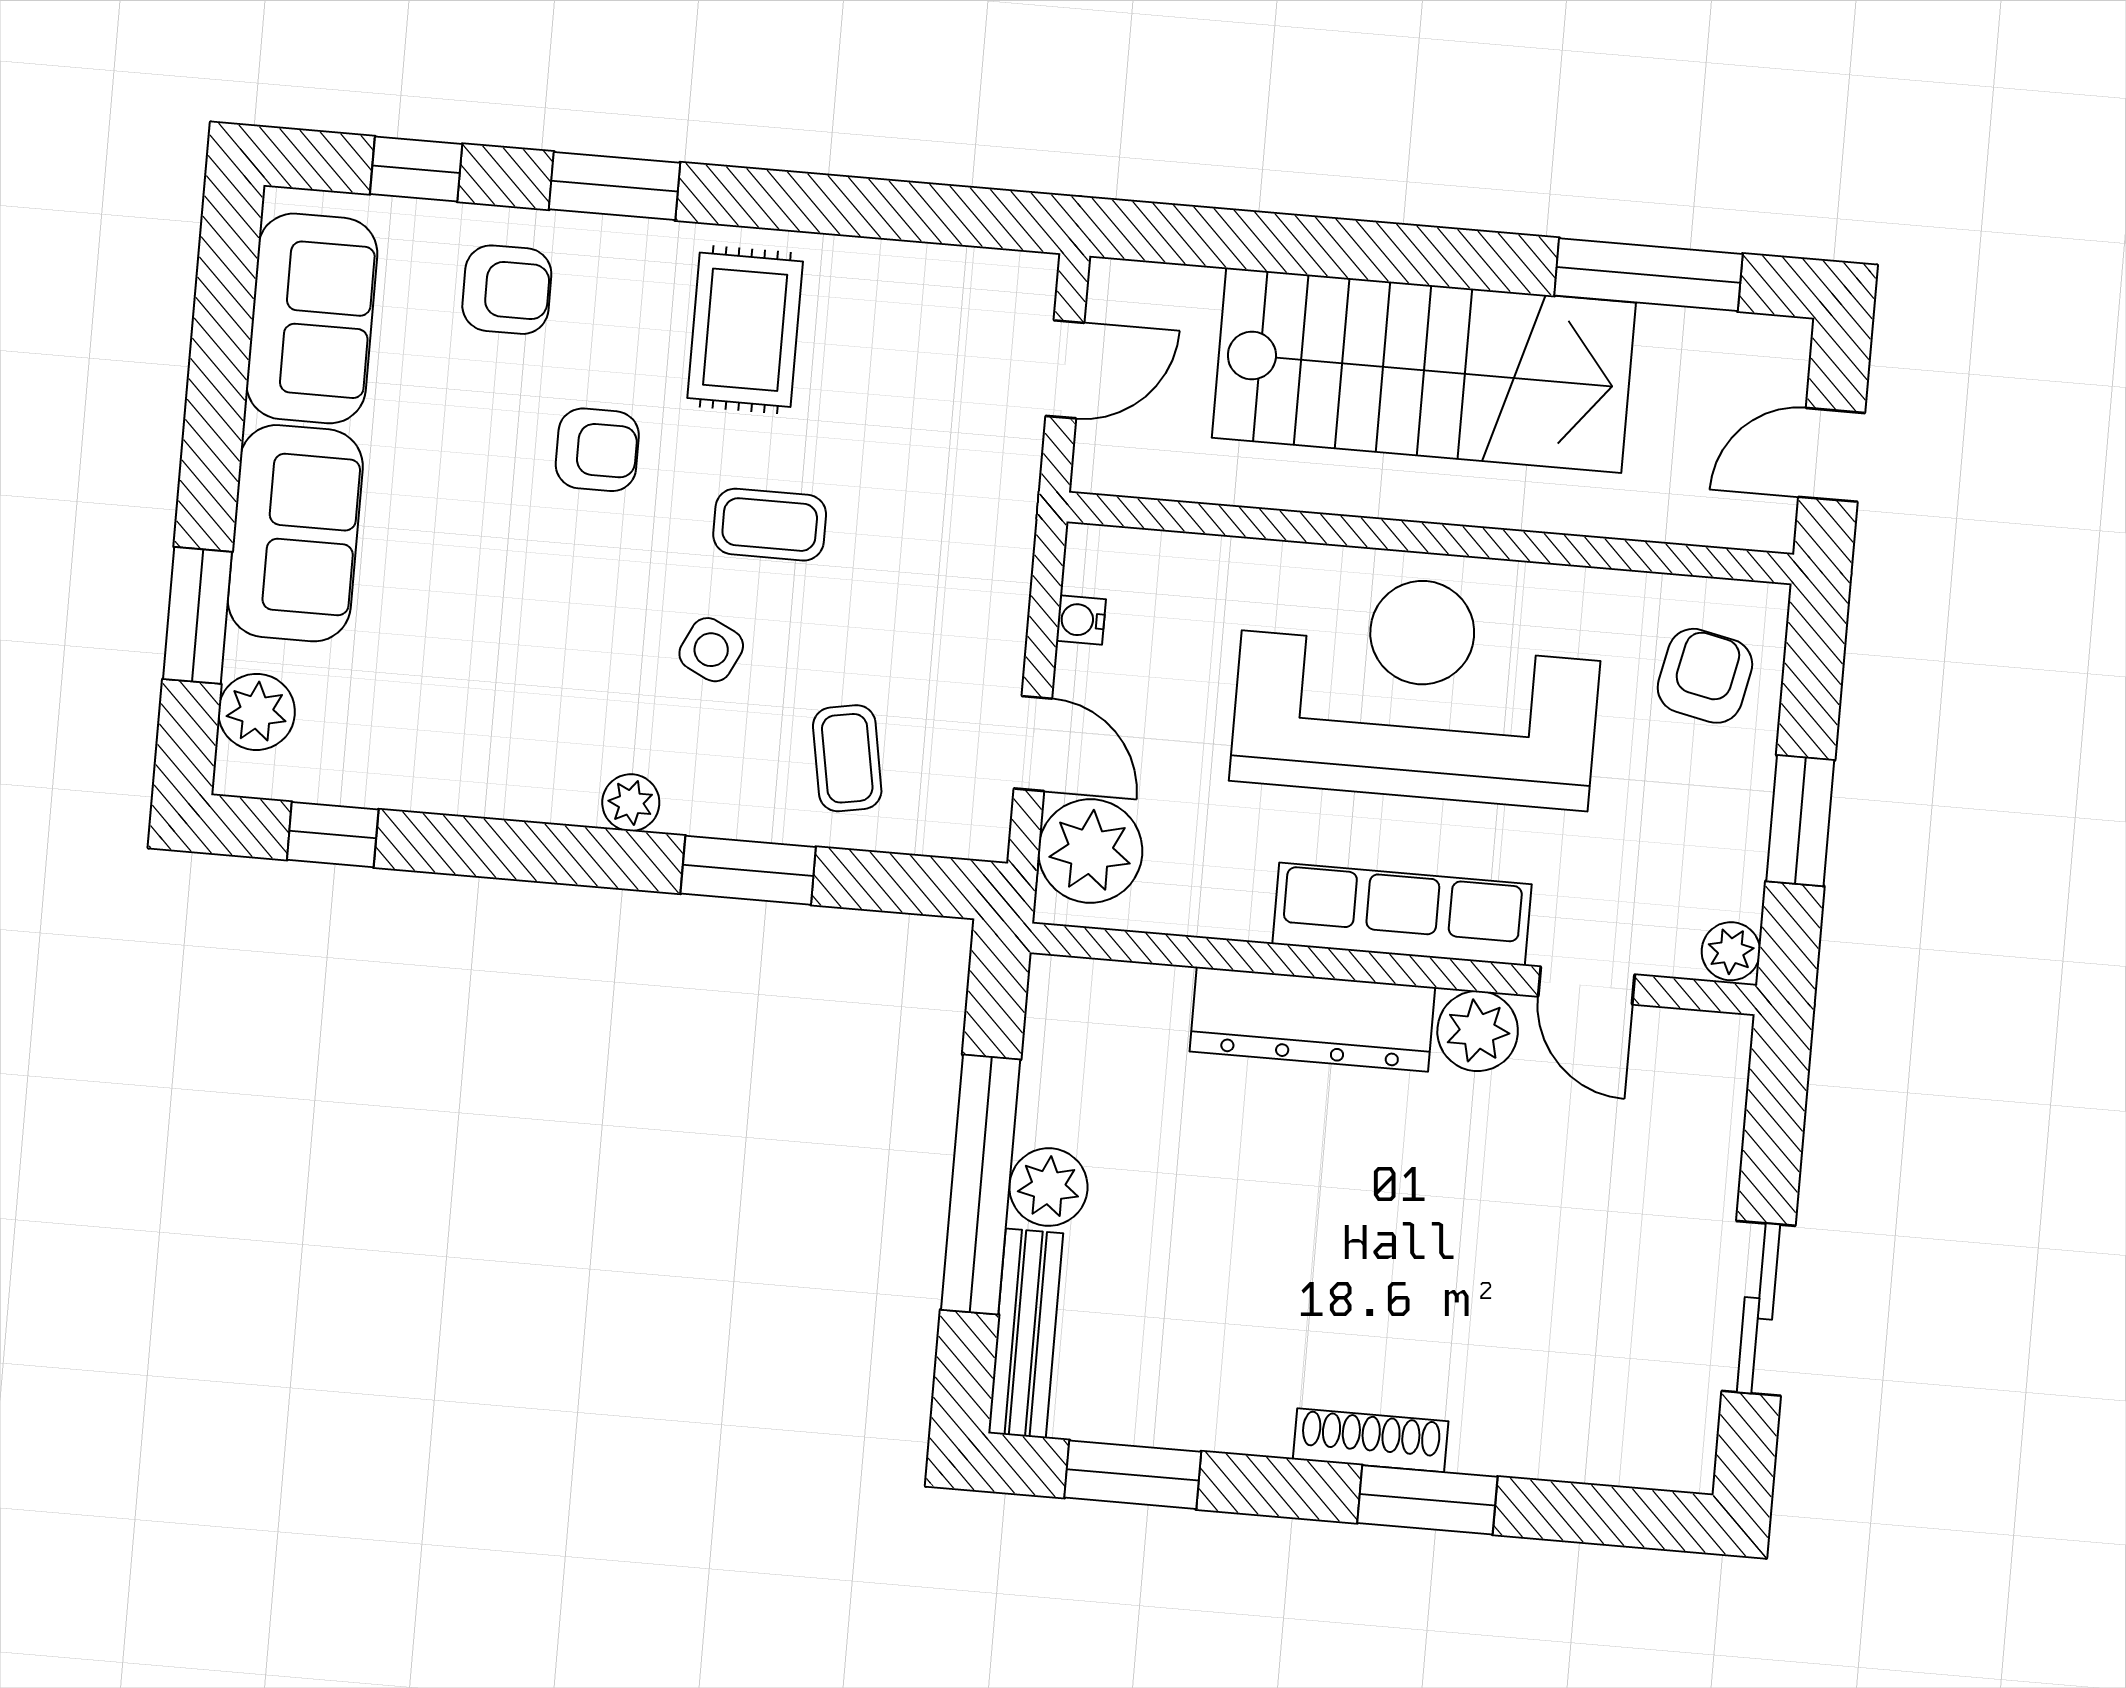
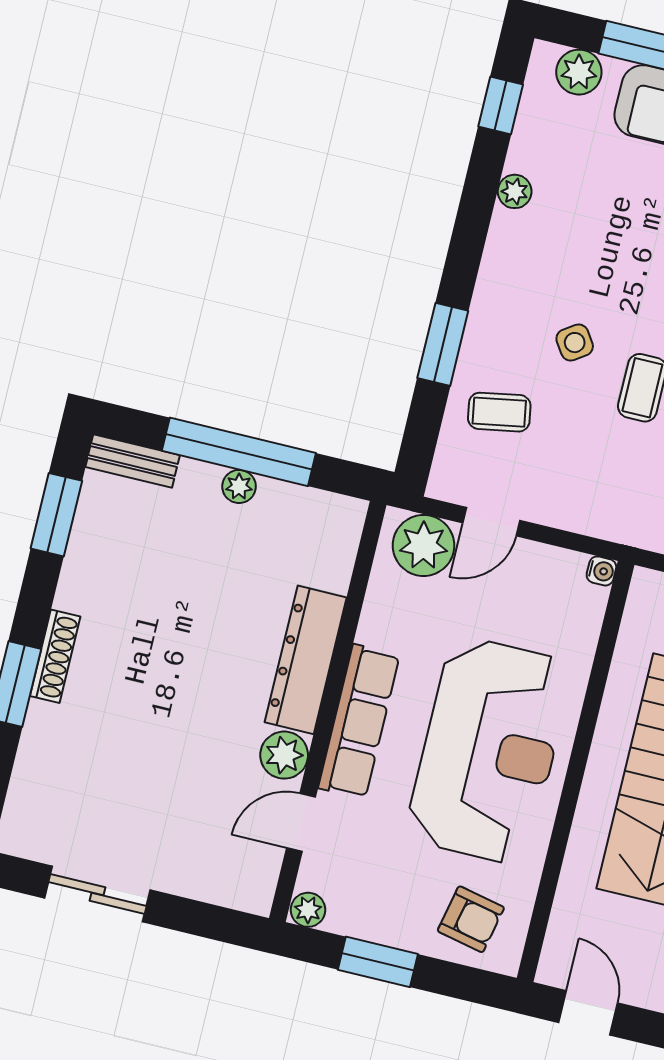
water cooler: (1081, 620) -> (601, 571), moved, turned 90
side table: (711, 650) -> (575, 343), turned 30
plant: (631, 803) -> (515, 191), moved
plant: (1048, 1187) -> (239, 486), width x0.73, depth x0.73
bench: (1026, 1333) -> (133, 461), width x0.73

